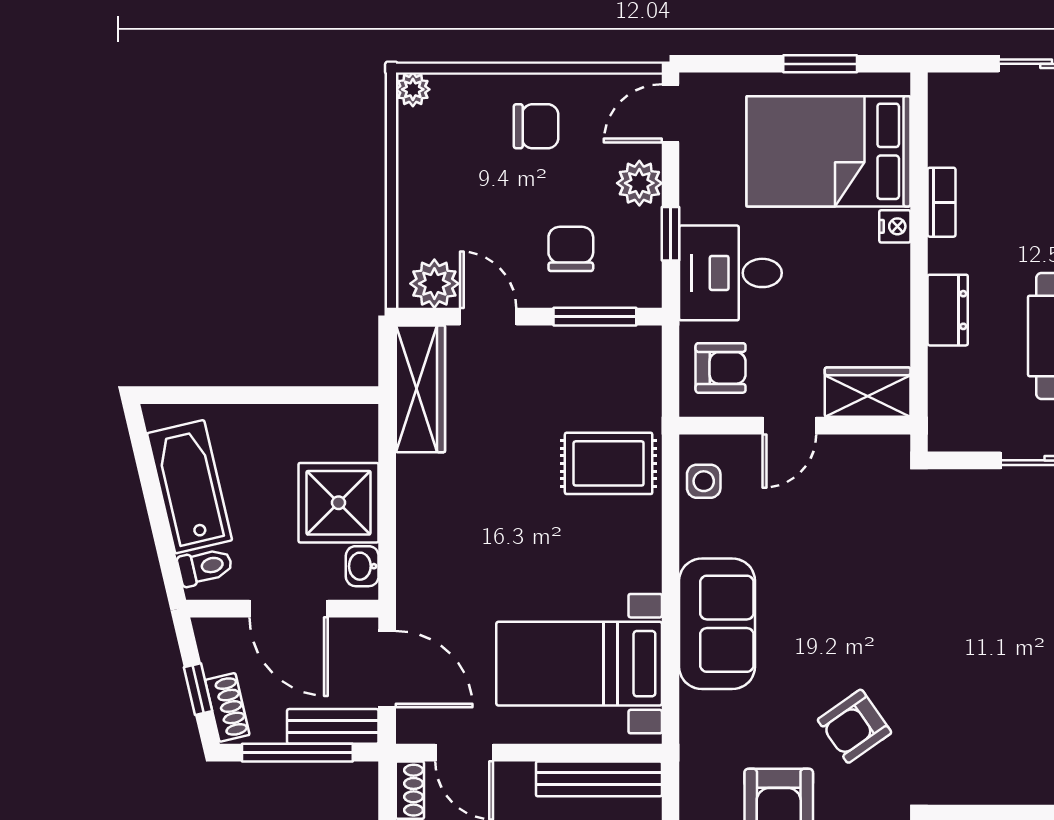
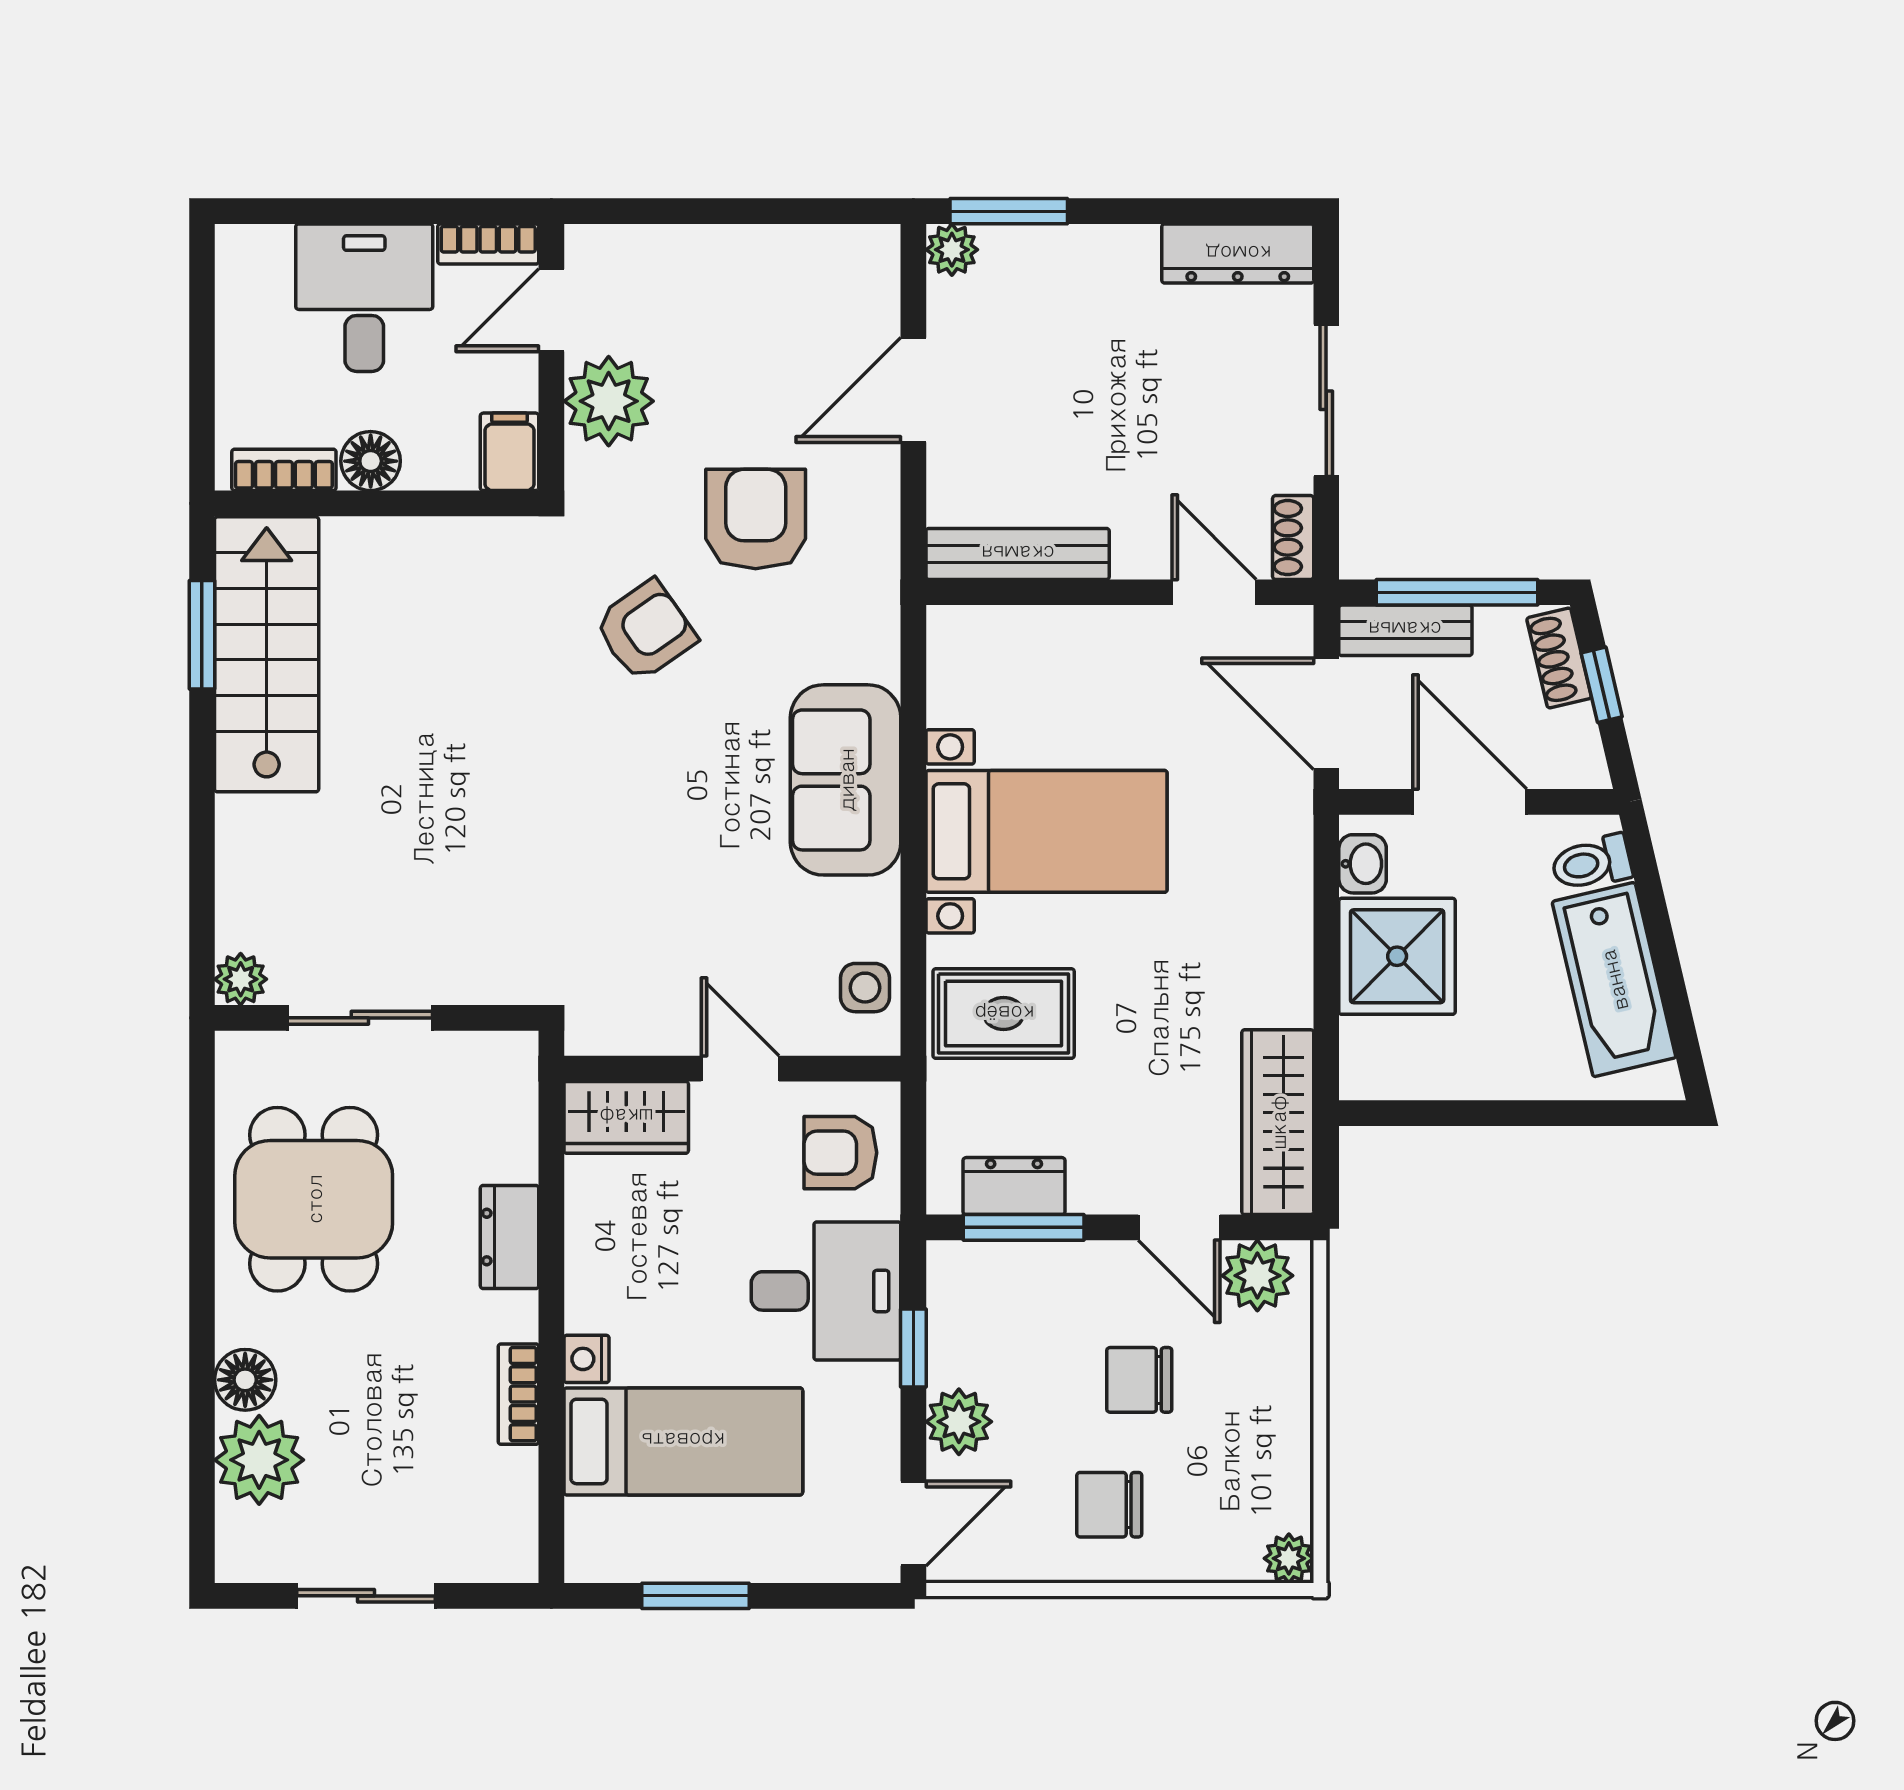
bed: (828, 151) -> (683, 1441), width x0.67
chair: (571, 249) -> (1139, 1380), moved, turned 90
dresser: (601, 345) -> (1014, 1186), added
door: (789, 426) -> (740, 1069), hinge flipped
bed with nightstands: (579, 664) -> (1047, 831), moved

